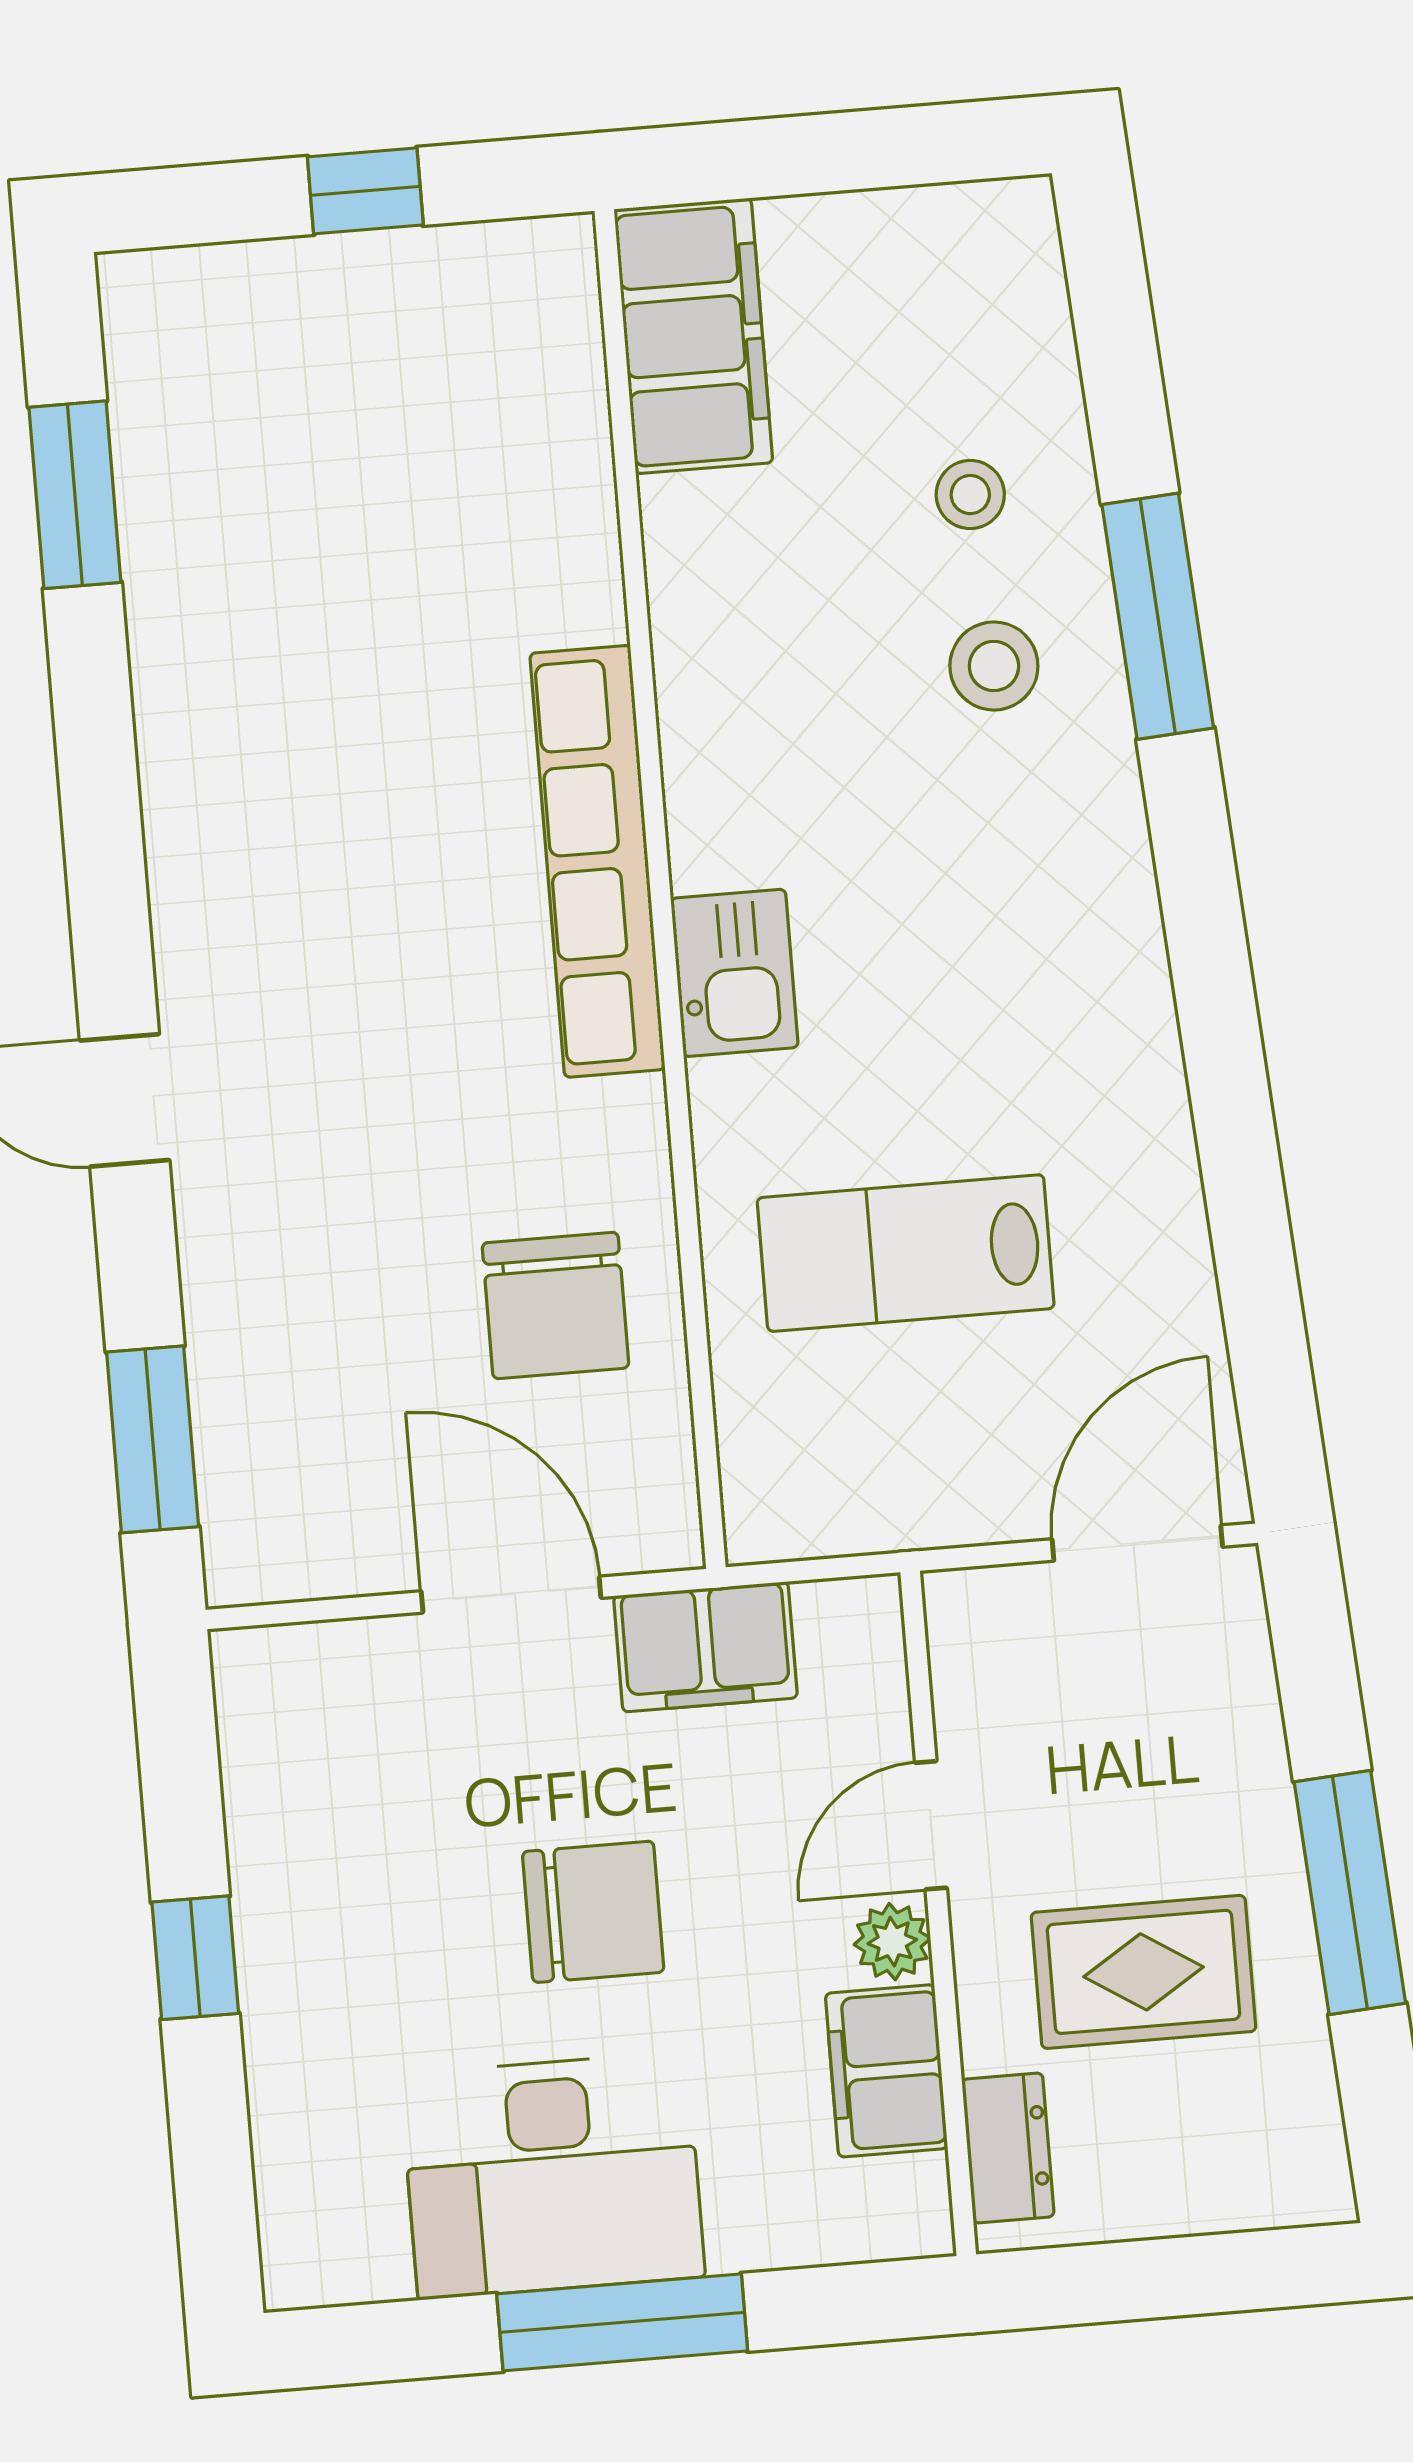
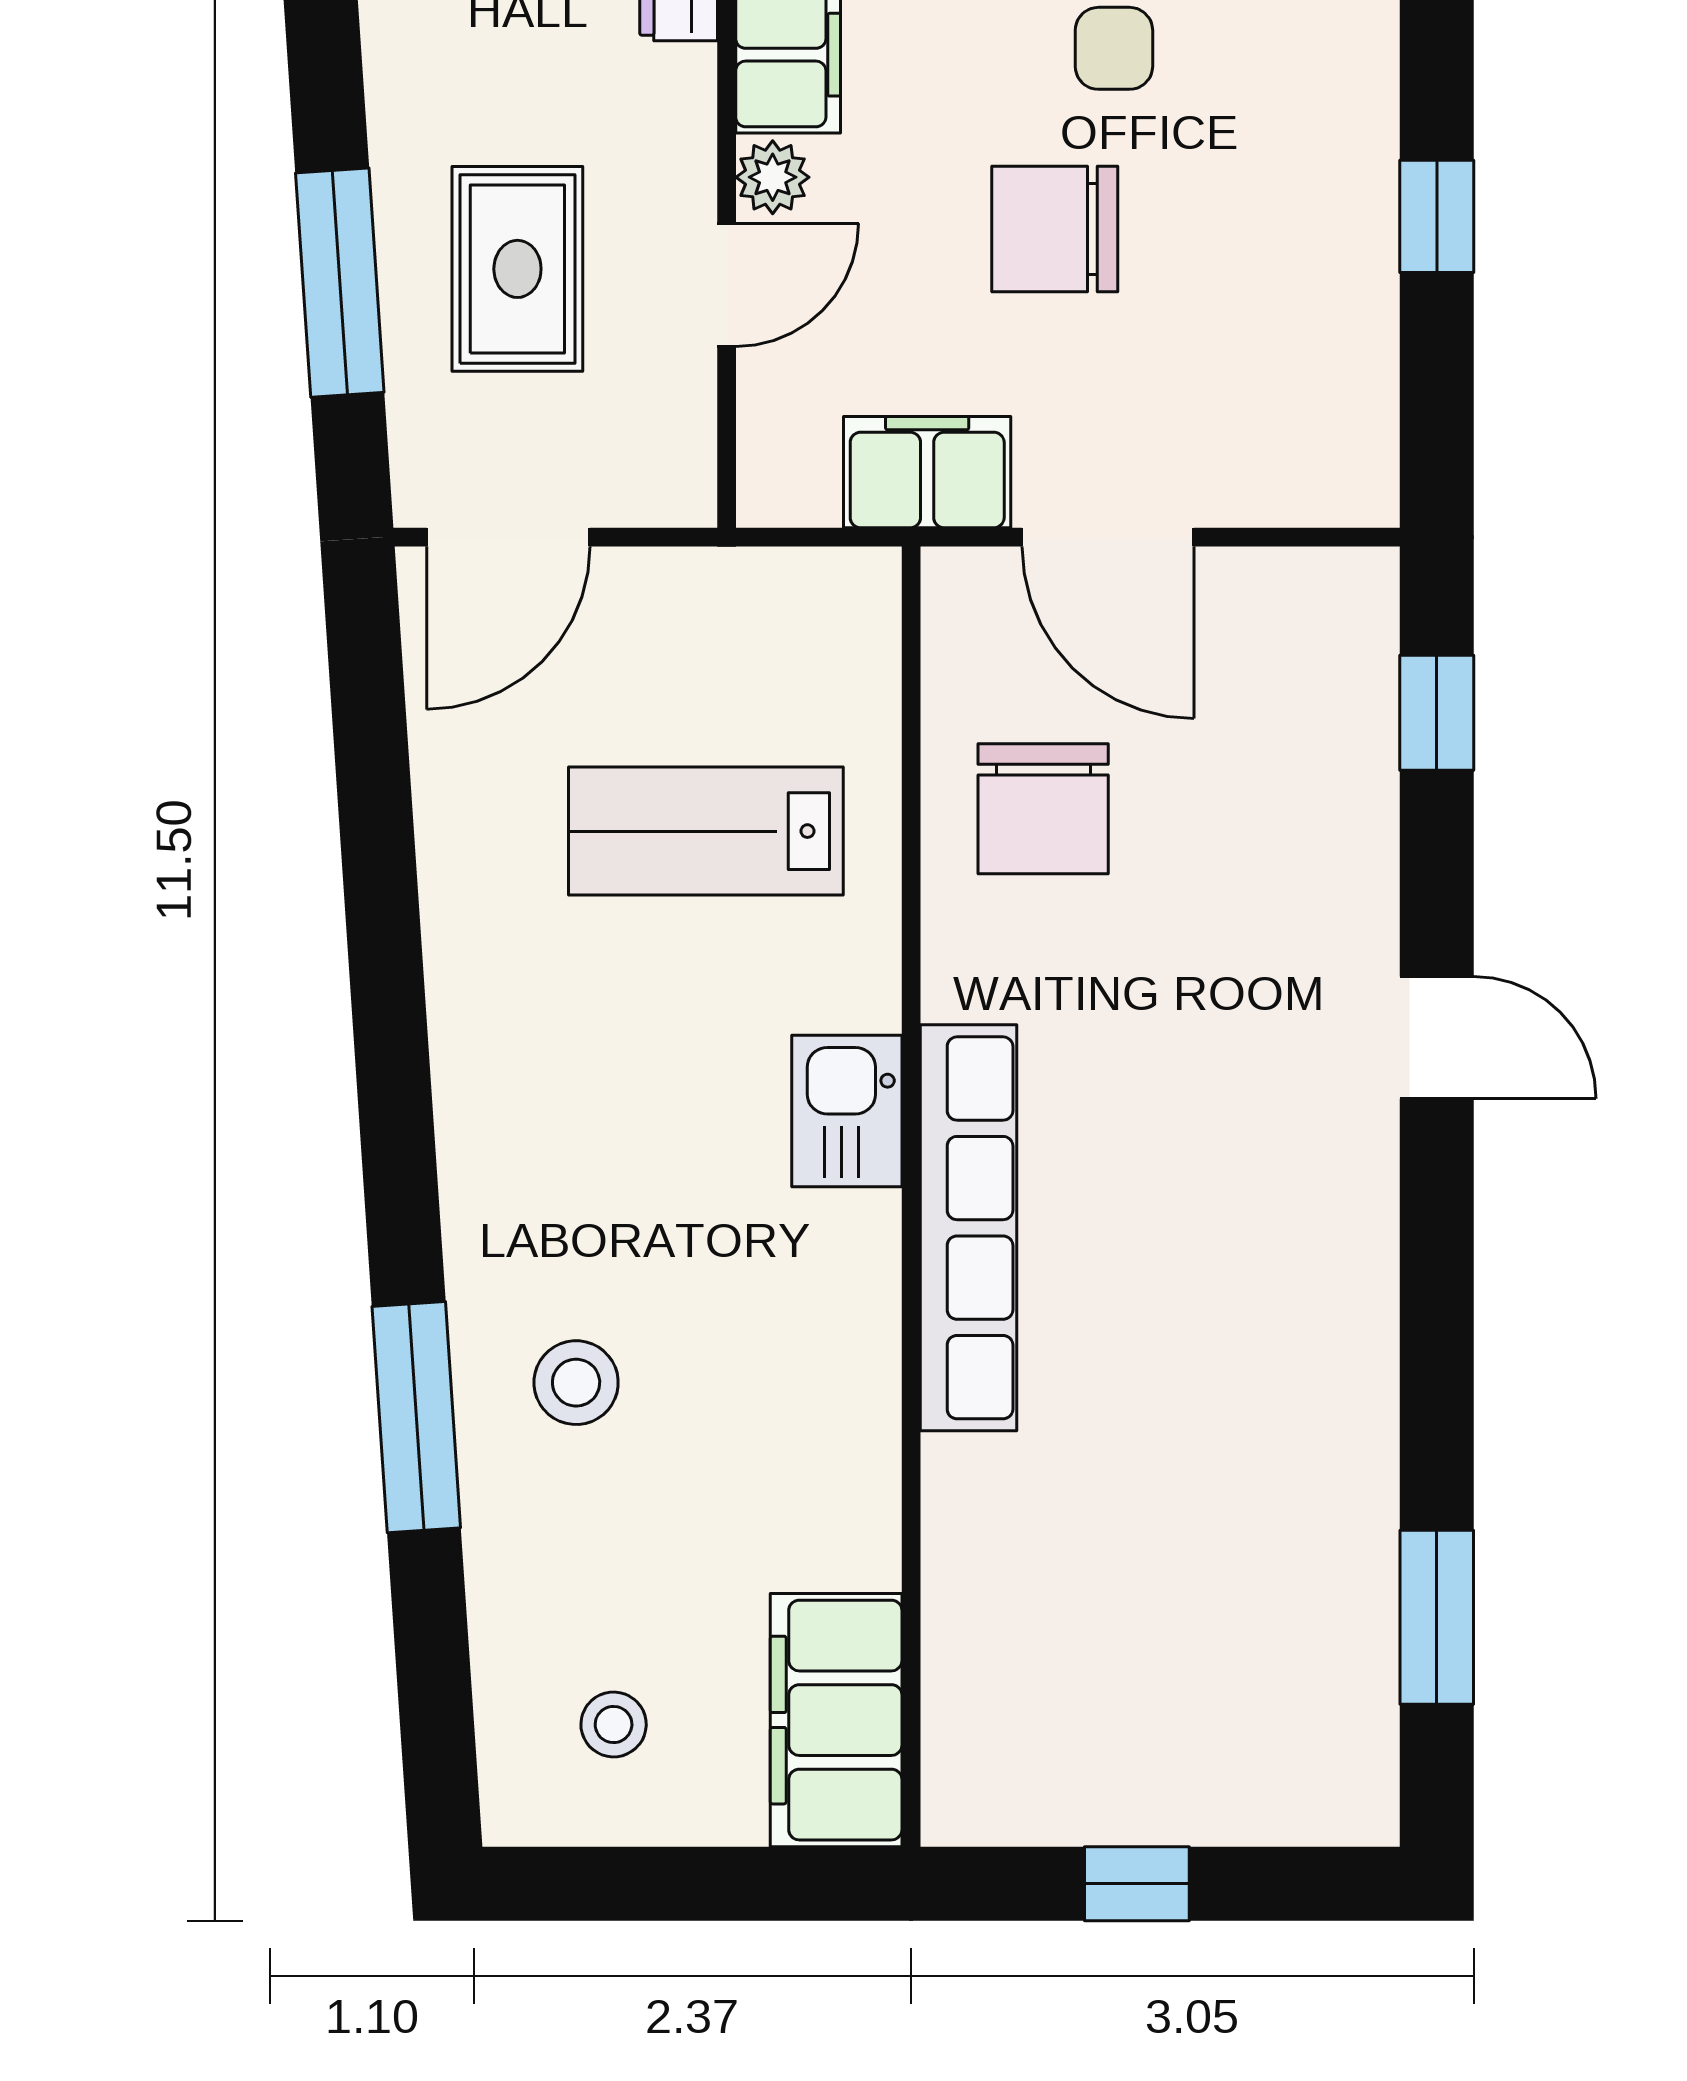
stool: (970, 495) -> (614, 1724), moved
lab bench: (906, 1253) -> (706, 831), turned 180
chair: (555, 1305) -> (1043, 809), turned 180
window: (153, 1439) -> (1437, 713), width x0.67
window: (1350, 1892) -> (340, 283), moved
rug: (1143, 1972) -> (517, 269), moved, turned 90

